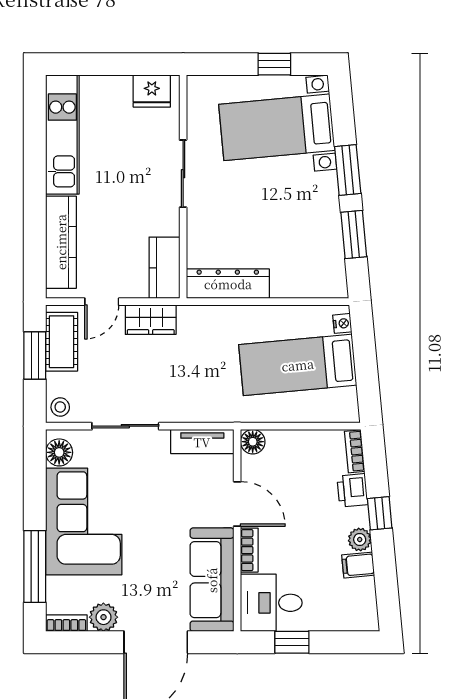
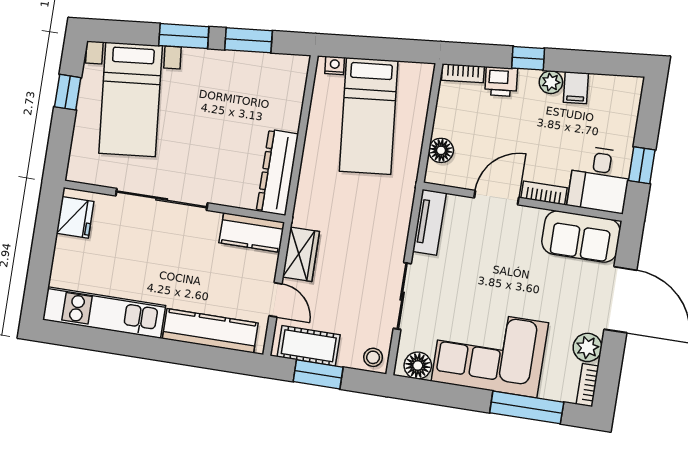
sliding door: (183, 174) -> (162, 199), width x1.37
floor lamp: (253, 442) -> (441, 150), moved
sofa: (212, 580) -> (581, 237), width x0.73

